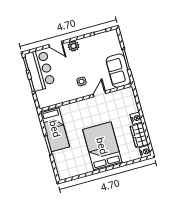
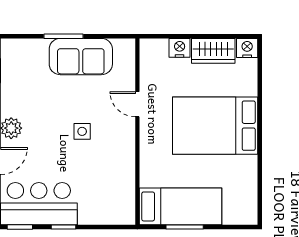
door: (99, 94) -> (137, 104), moved
wall: (86, 98) -> (137, 132), moved
bed: (55, 129) -> (181, 206), moved

